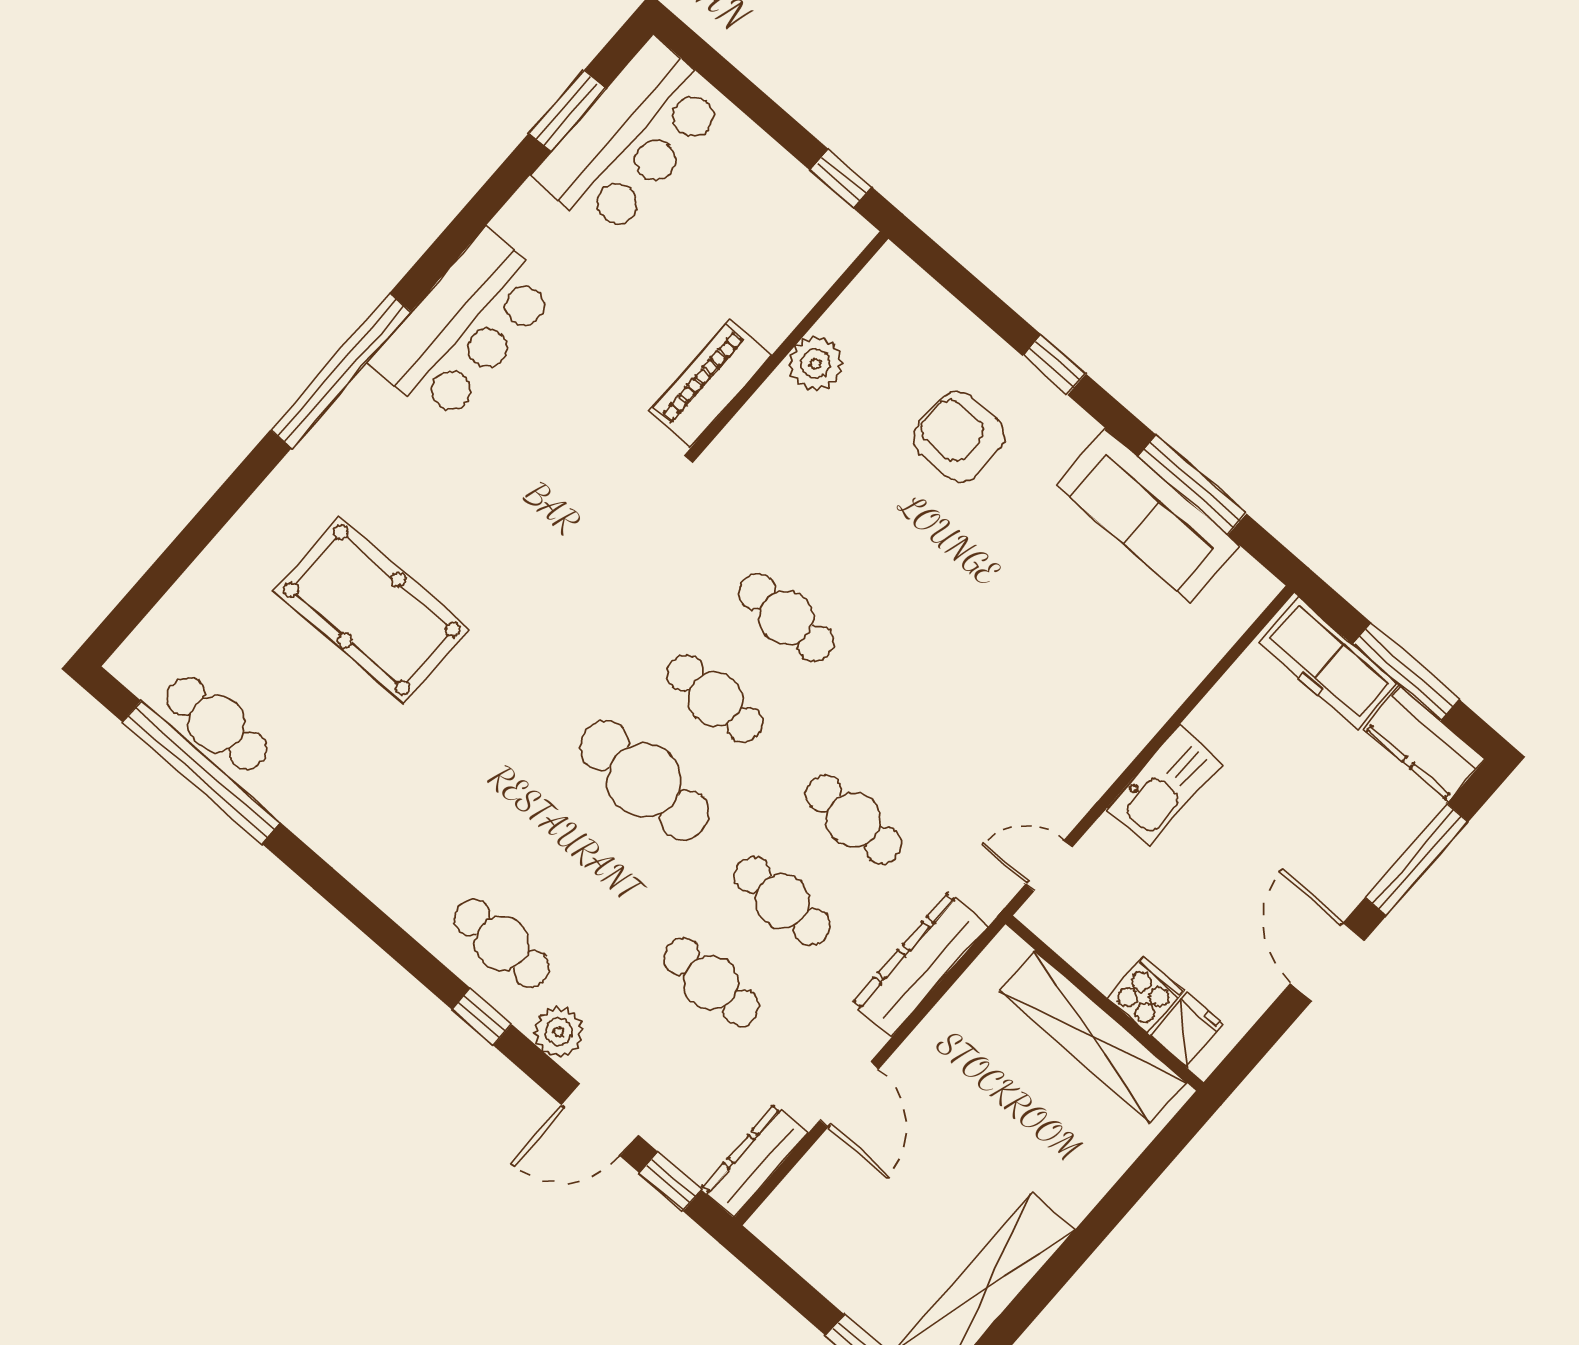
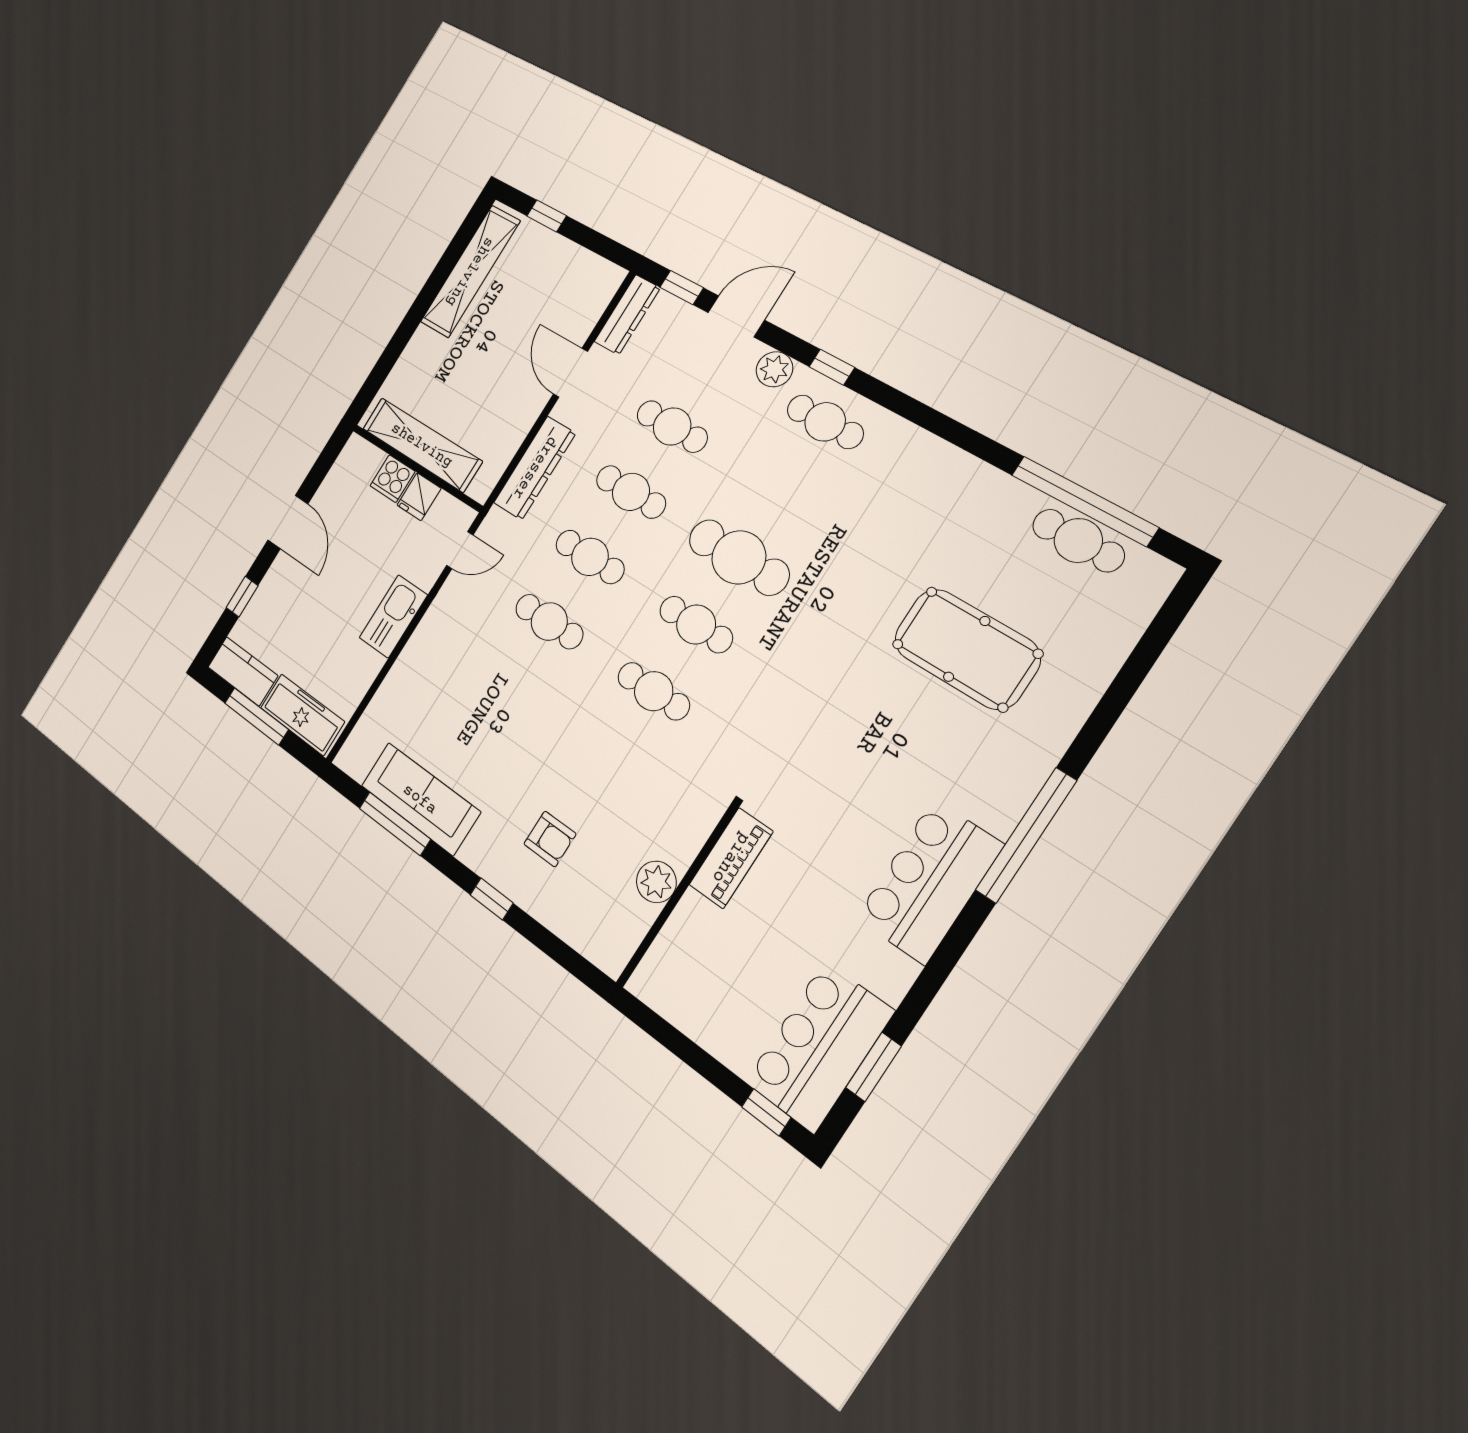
window: (841, 179) -> (766, 1112), moved
armchair: (959, 437) -> (550, 839), width x0.72, depth x0.72
cafe table: (924, 738) -> (549, 622), added
window: (1417, 860) -> (242, 597), width x0.46
fridge: (1187, 1029) -> (419, 497), moved

